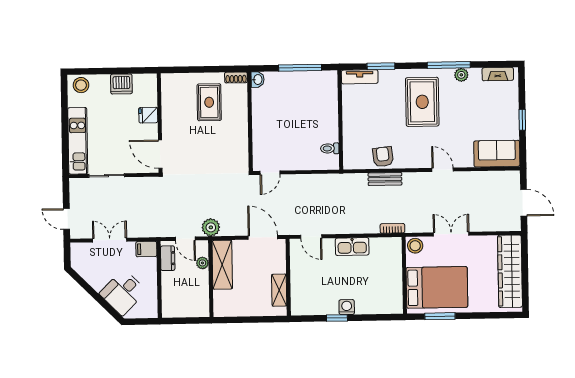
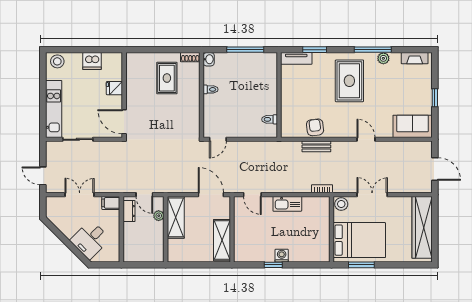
toilet: (260, 115) -> (211, 89), added
plant: (211, 227) -> (166, 185), removed
shelving: (279, 290) -> (222, 240), width x1.50, depth x1.33

